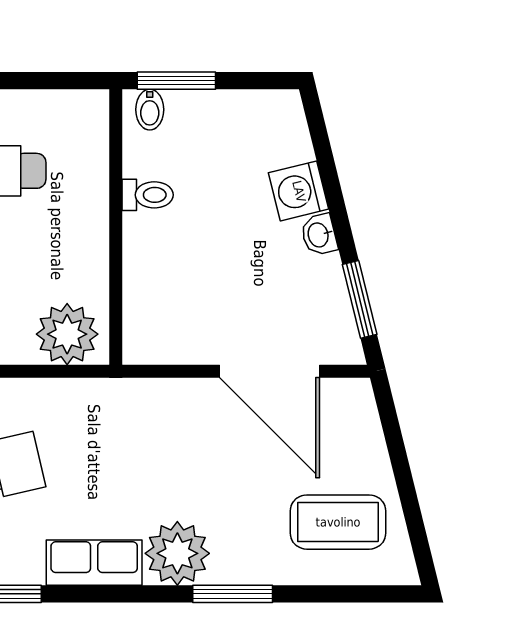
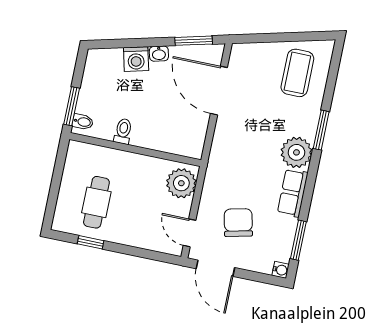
door: (270, 371) -> (219, 91), swing flipped

